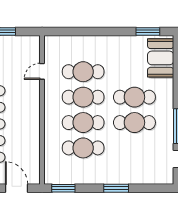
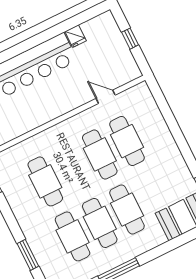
cafe table: (83, 123) -> (72, 236), moved
window: (116, 188) -> (28, 255), moved

